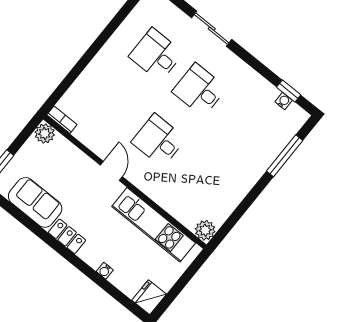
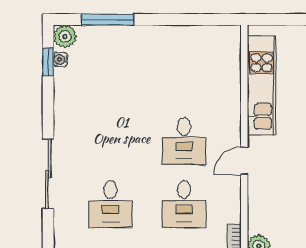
sliding door: (212, 29) -> (48, 174), width x1.37
desk: (199, 90) -> (184, 204), moved
plant: (205, 230) -> (65, 36), moved

